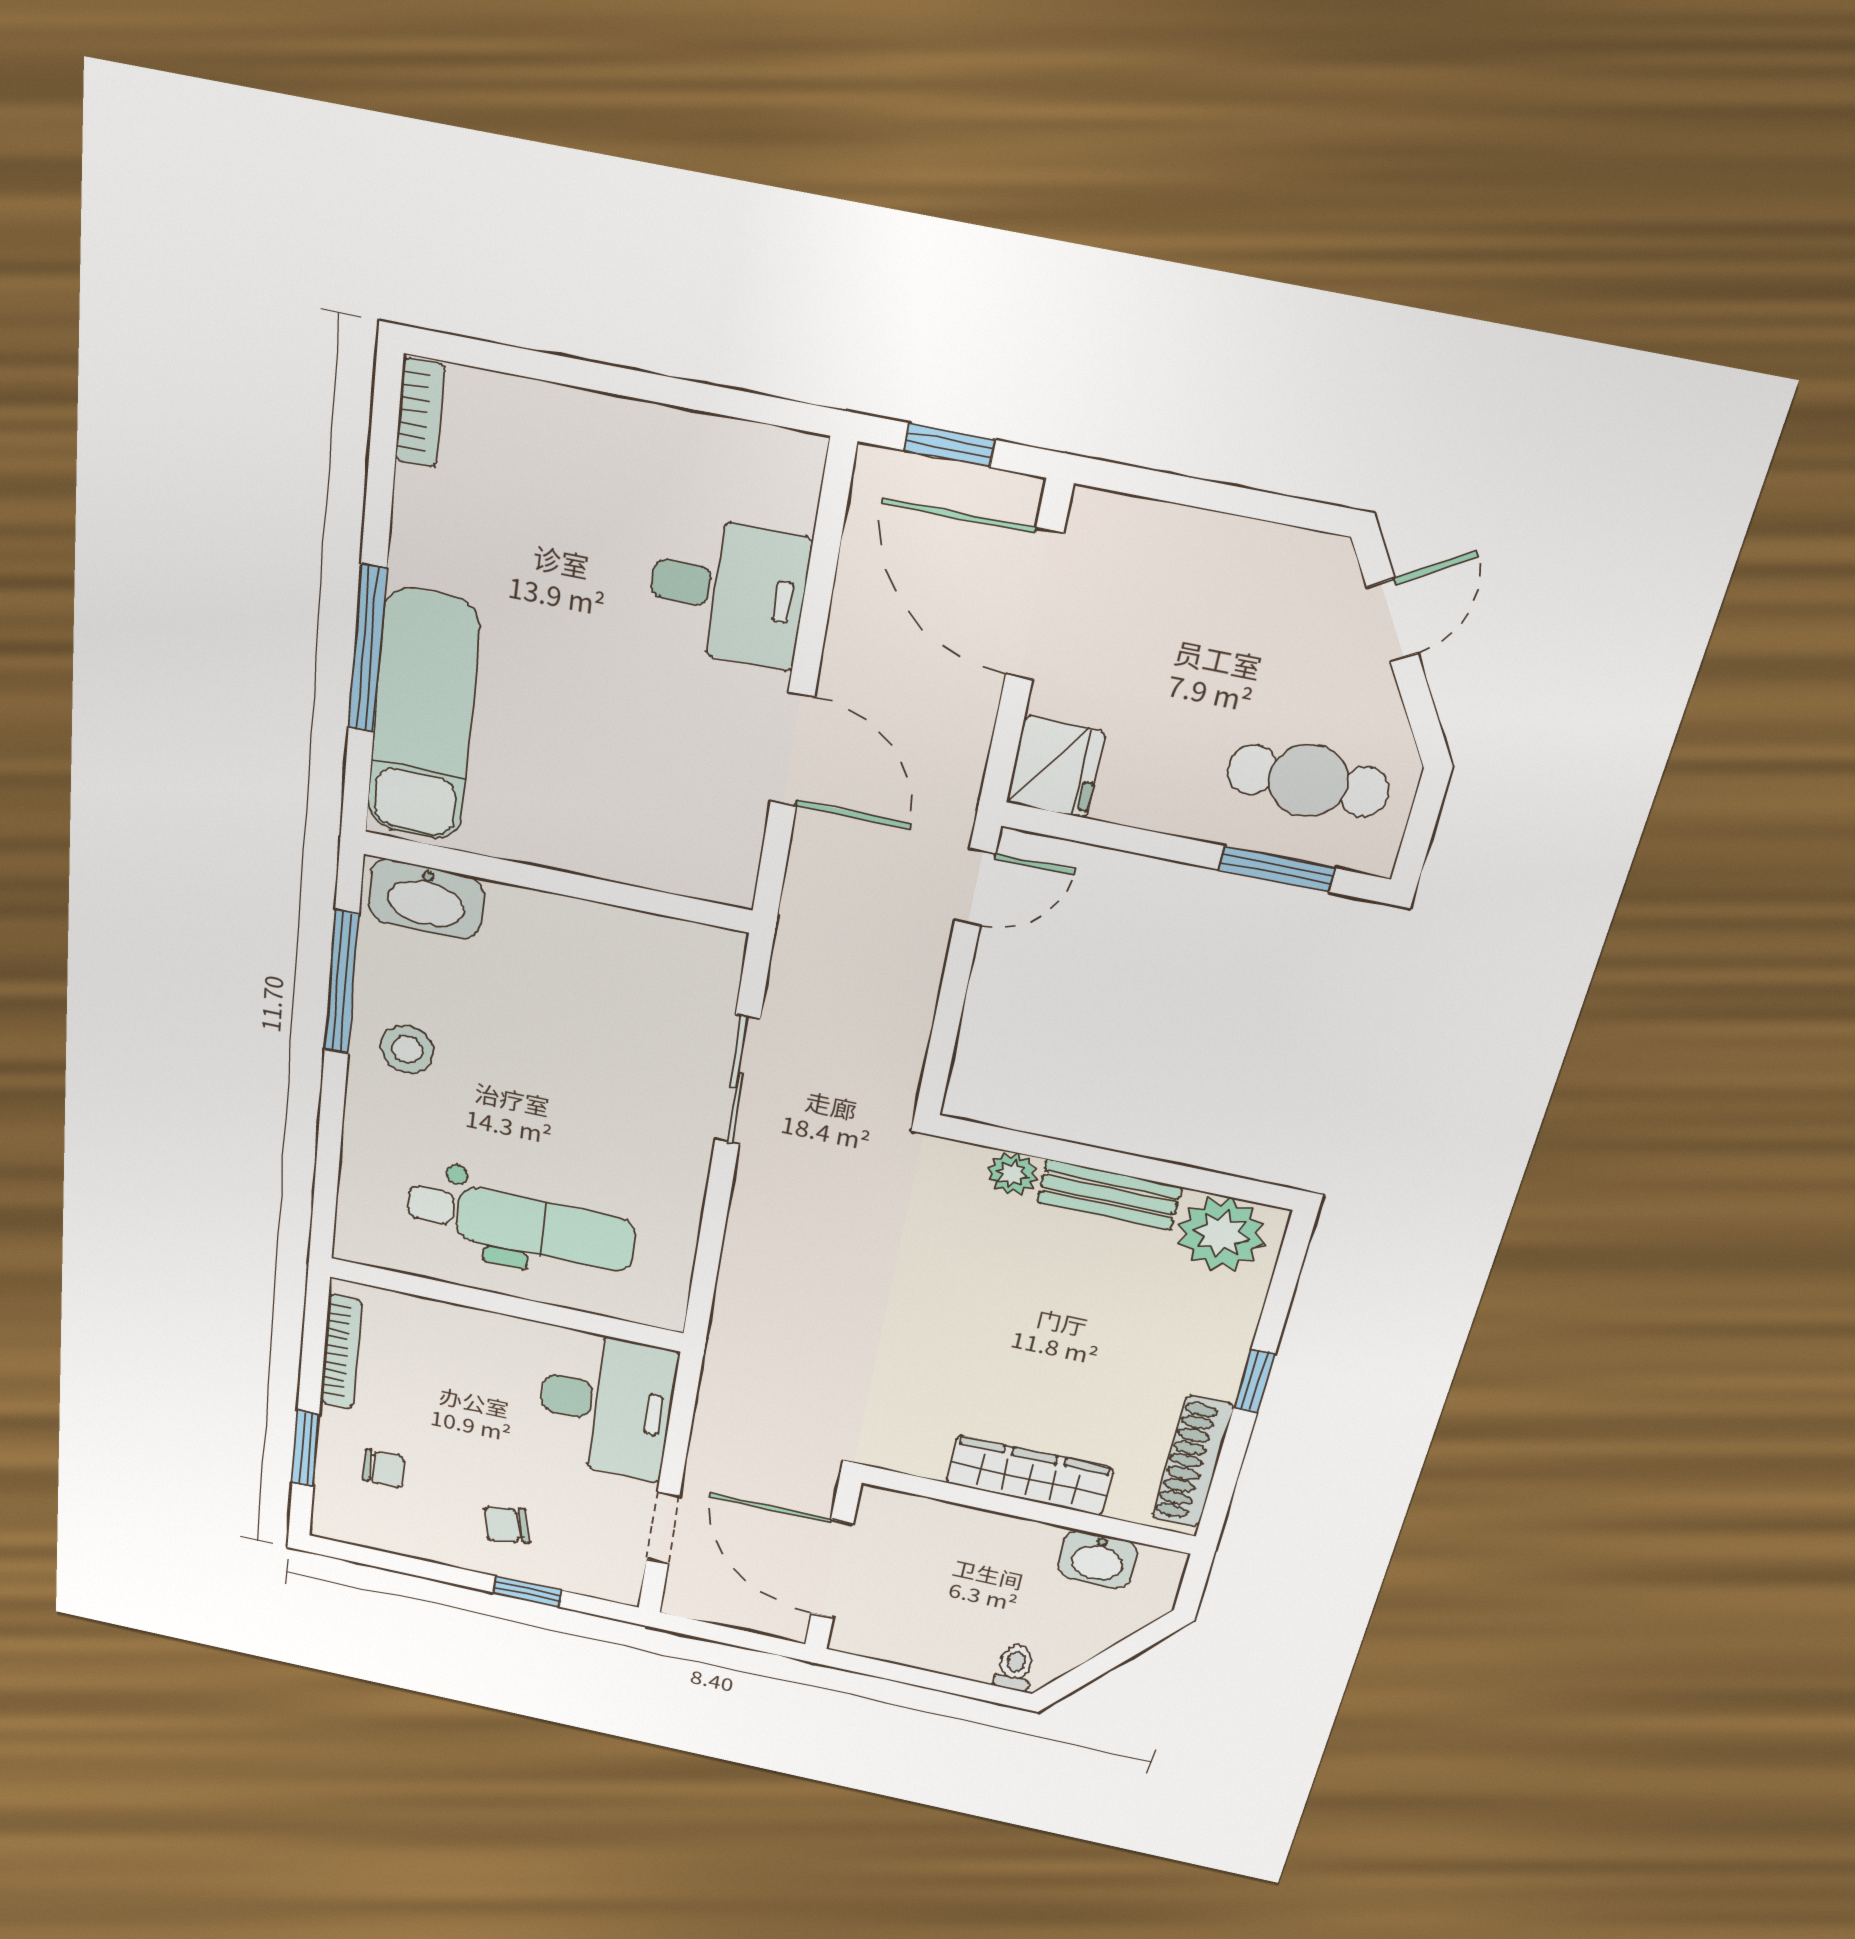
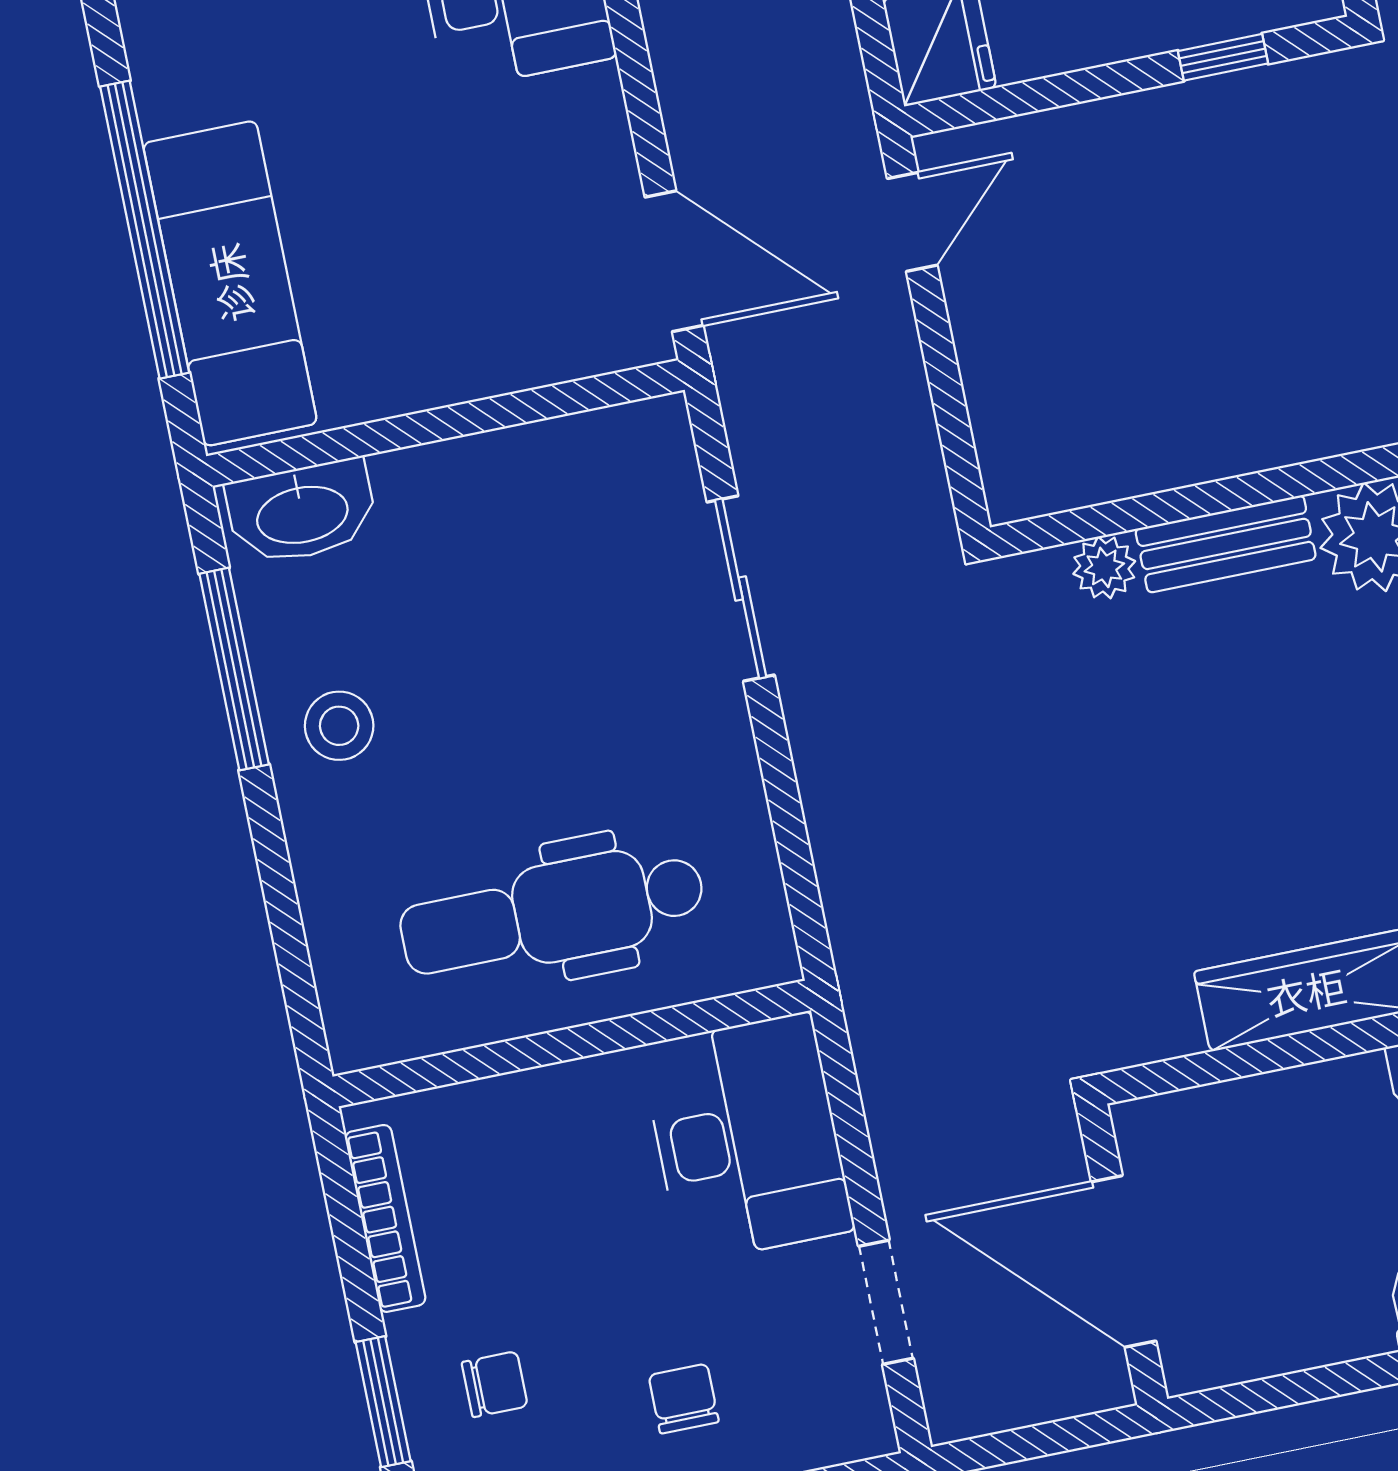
window: (367, 649) -> (145, 230), width x1.46
door: (792, 749) -> (674, 261), moved
window: (1277, 869) -> (1223, 57), width x0.67
dental chair: (521, 1224) -> (552, 913), turned 180
chair: (507, 1525) -> (684, 1399), turned 102

